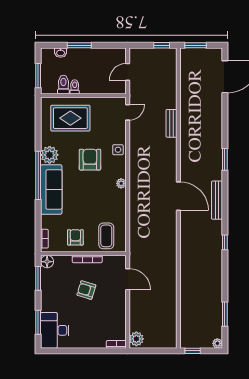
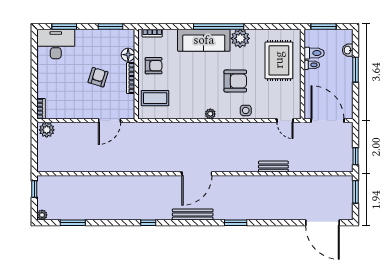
door: (128, 72) -> (327, 121), width x1.87
floor lamp: (47, 262) -> (128, 55), moved

